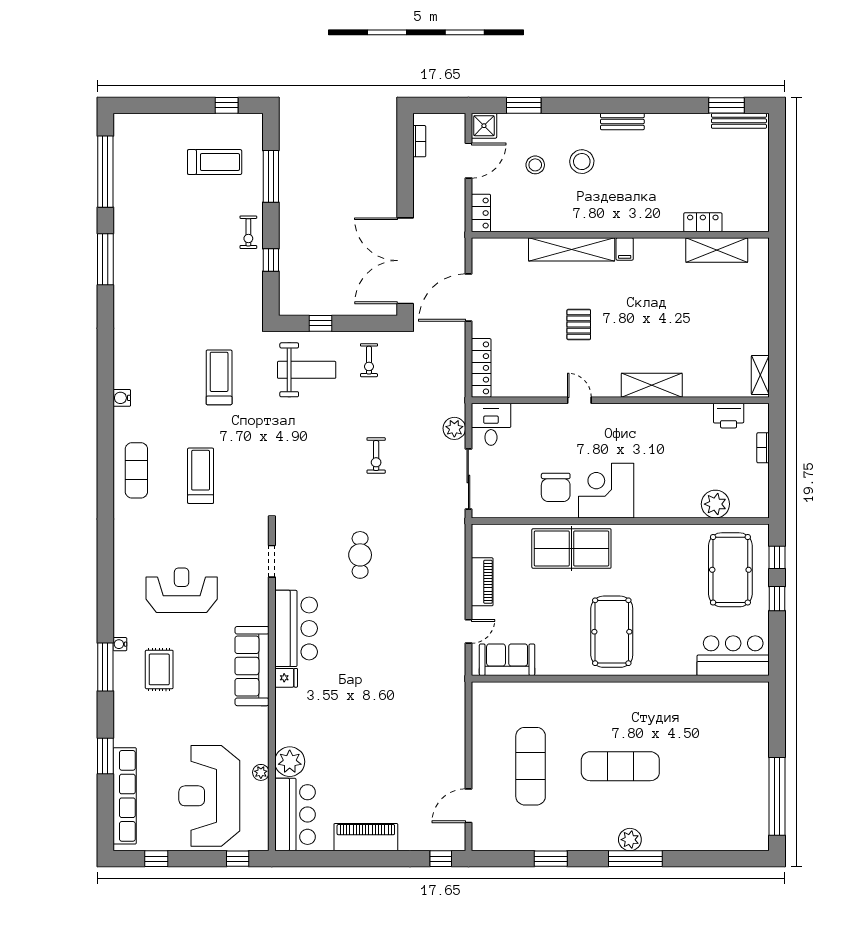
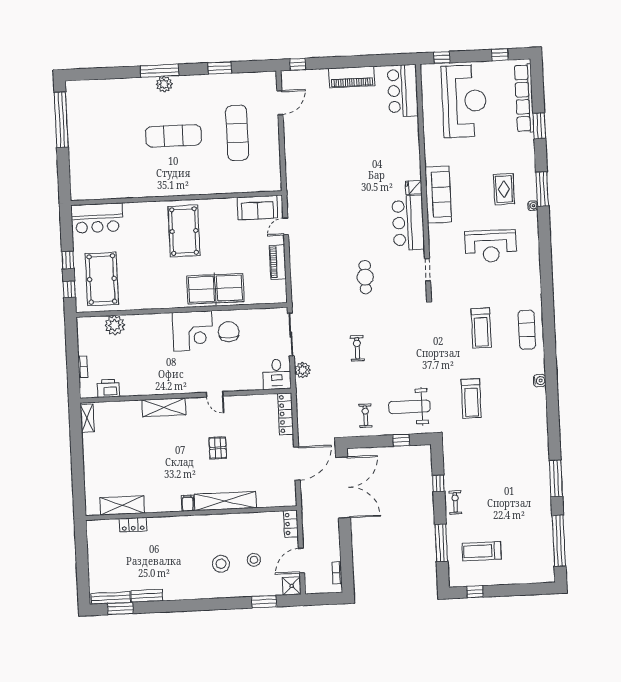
bench: (622, 121) -> (147, 596), moved
plant: (290, 762) -> (408, 128), removed
plant: (261, 772) -> (428, 119), removed

